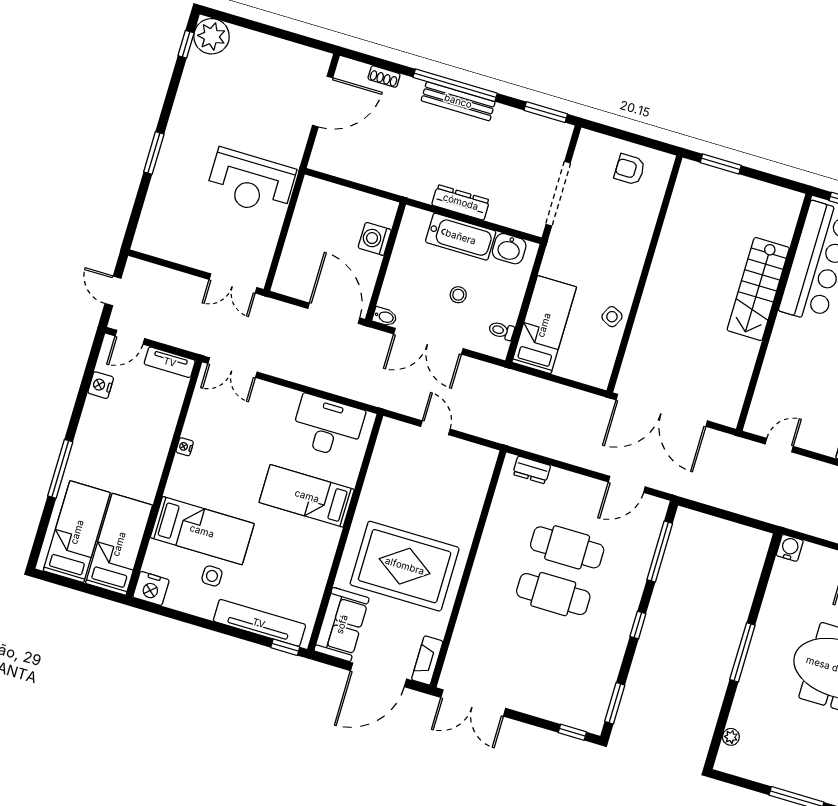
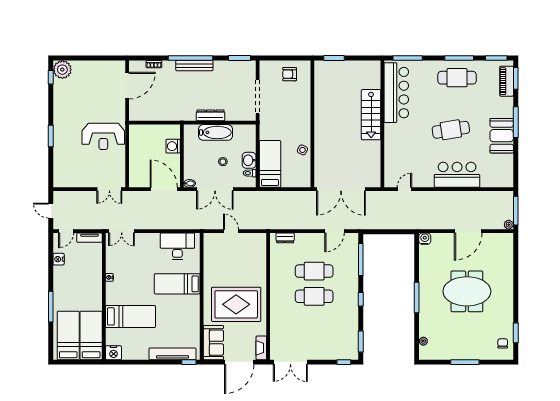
washbasin: (509, 249) -> (249, 160), moved, turned 90
side table: (212, 576) -> (142, 338), removed

